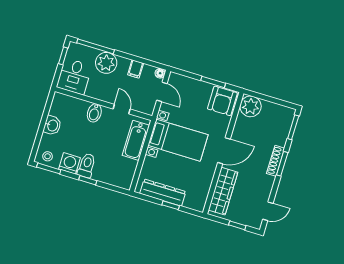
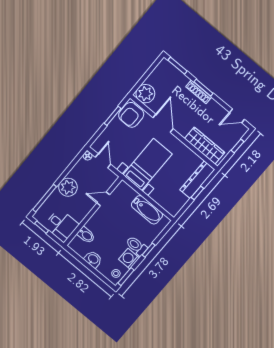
plant: (106, 63) -> (68, 187), moved
filing cabinet: (136, 69) -> (76, 174), removed
door: (162, 92) -> (103, 161), hinge flipped
armchair: (222, 101) -> (131, 115), turned 90
bidet: (94, 113) -> (86, 235), moved
bathtub: (136, 140) -> (147, 210), moved
door: (224, 151) -> (163, 123), moved
dresser: (163, 193) -> (197, 180), moved
door: (268, 211) -> (237, 116), swing flipped

